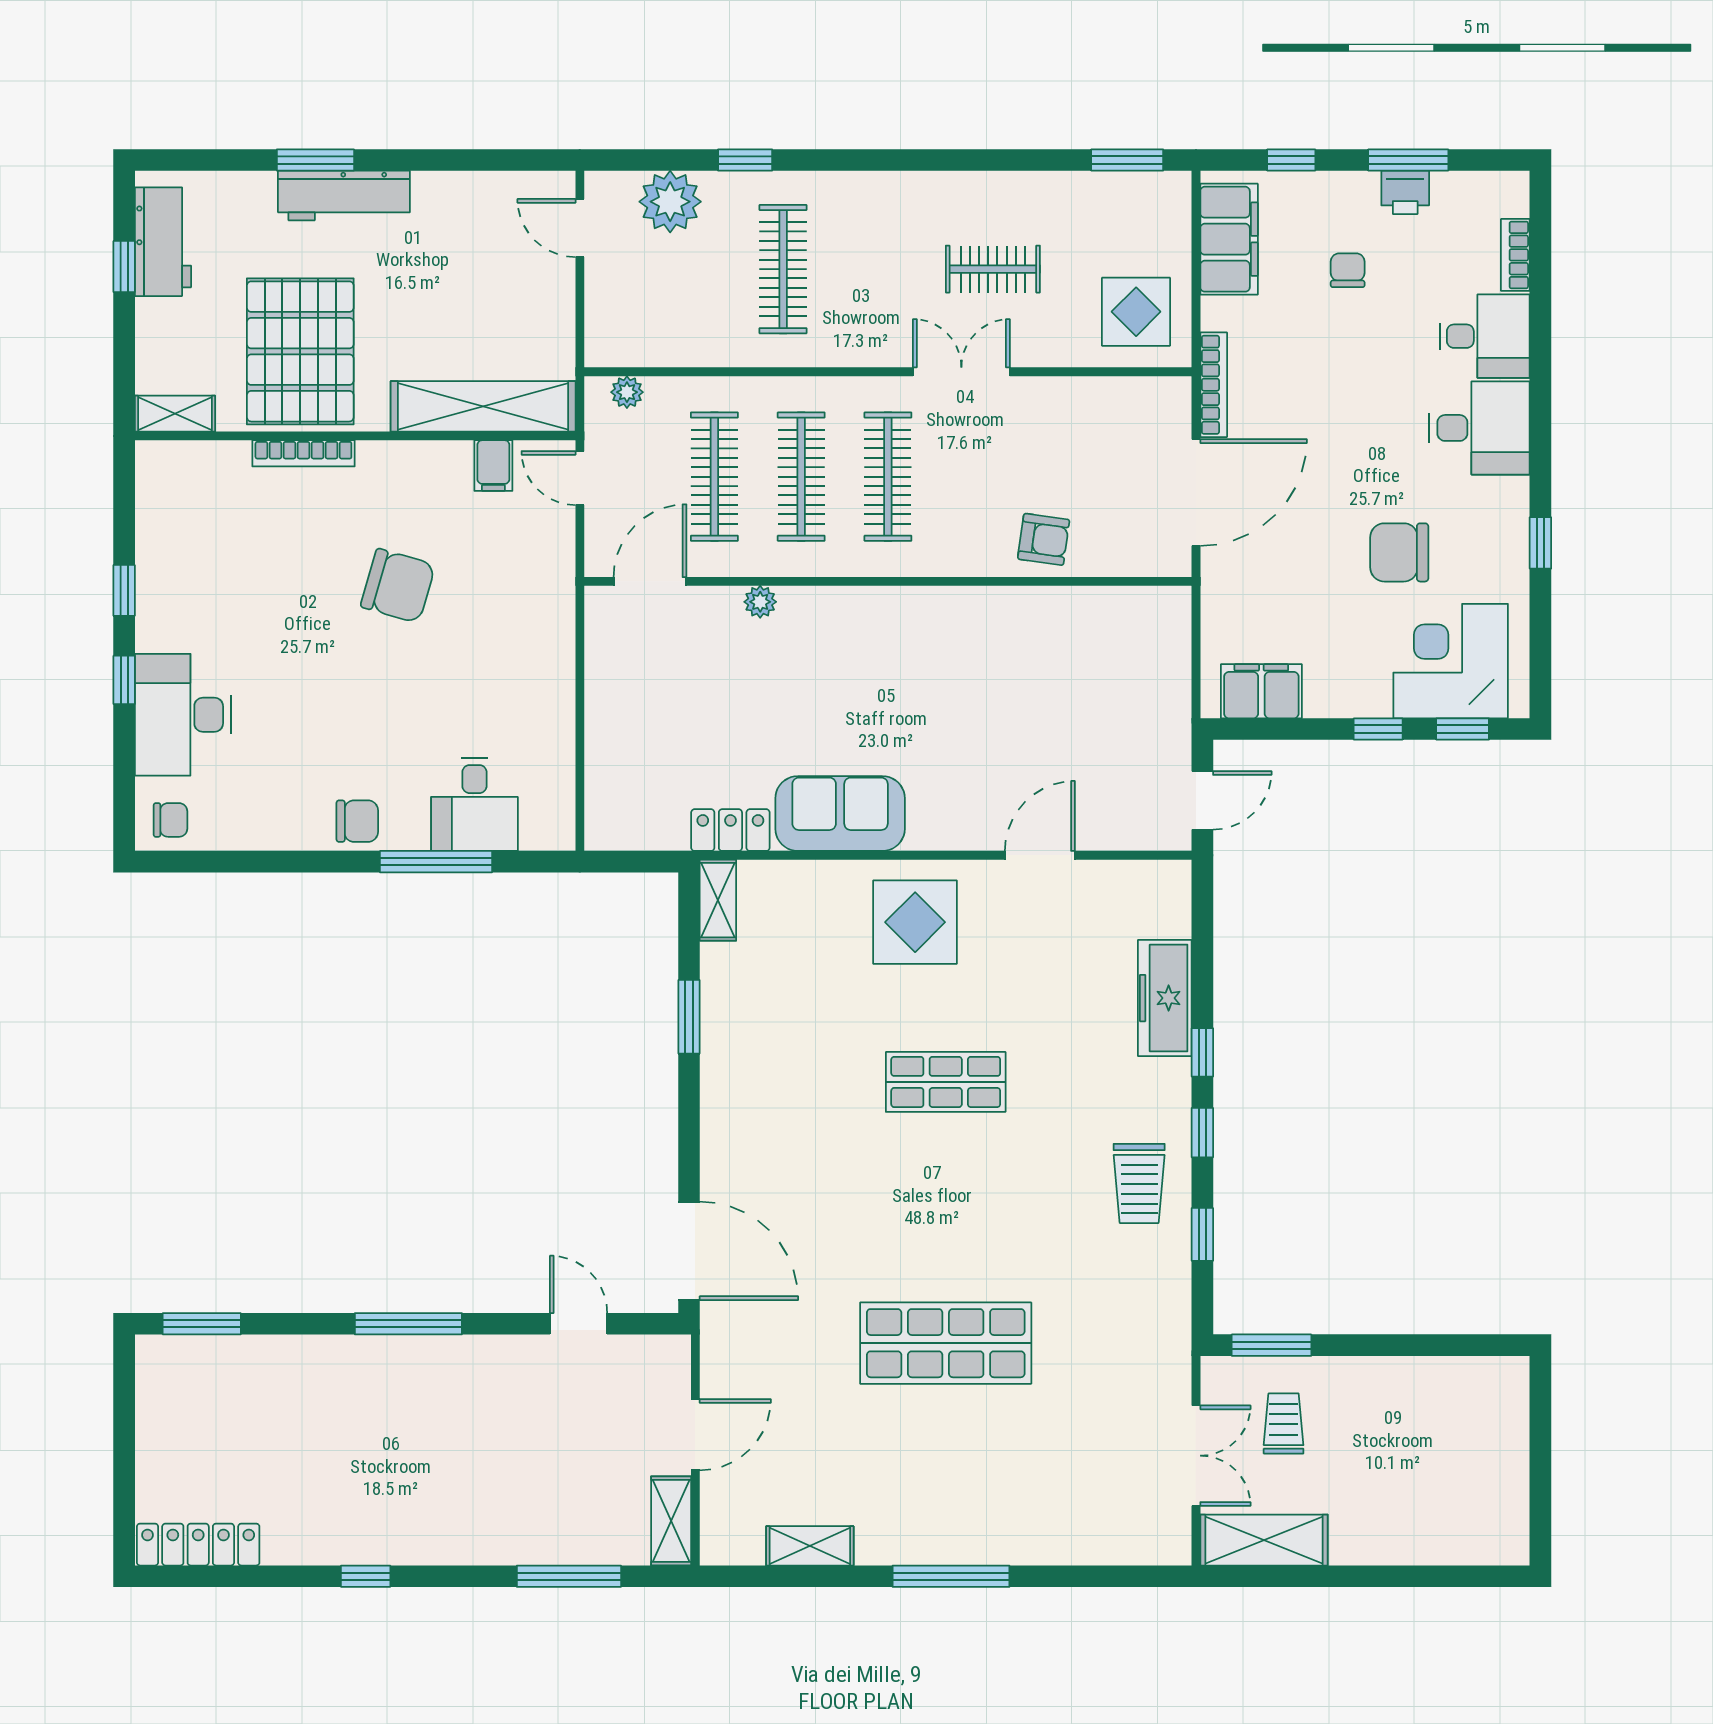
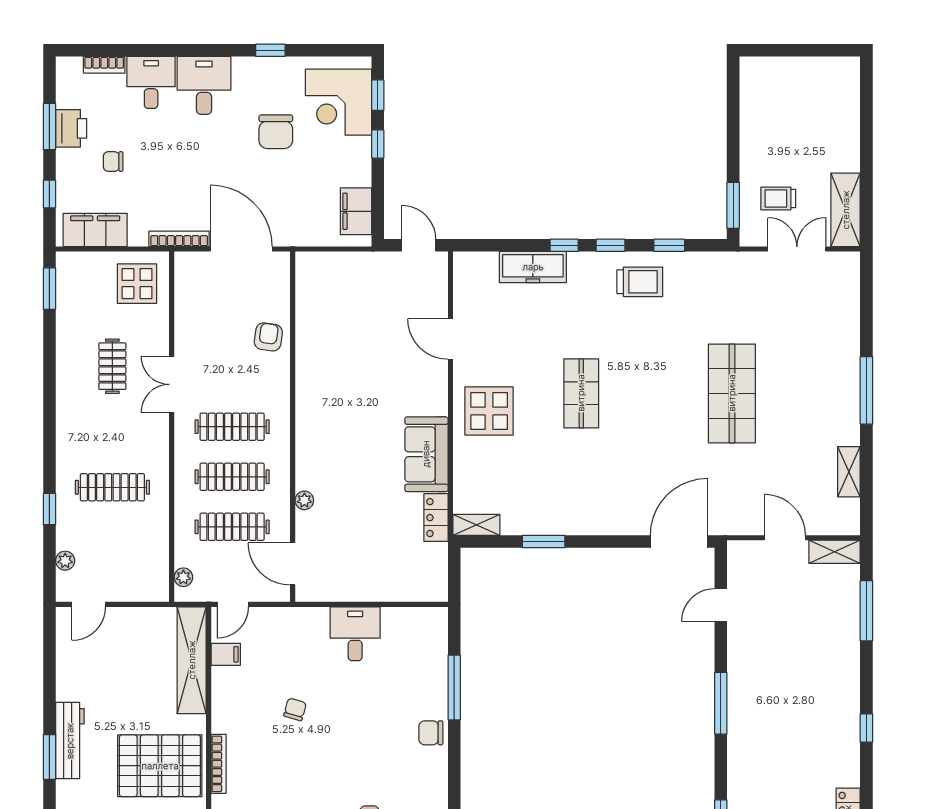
printer: (1405, 192) -> (71, 128), width x1.36, depth x1.24
plant: (670, 202) -> (65, 561), width x0.53, depth x0.53
chair: (398, 586) -> (295, 709), width x0.54, depth x0.54
desk: (474, 804) -> (355, 634), moved, turned -90
chair: (357, 821) -> (431, 733), turned -90

